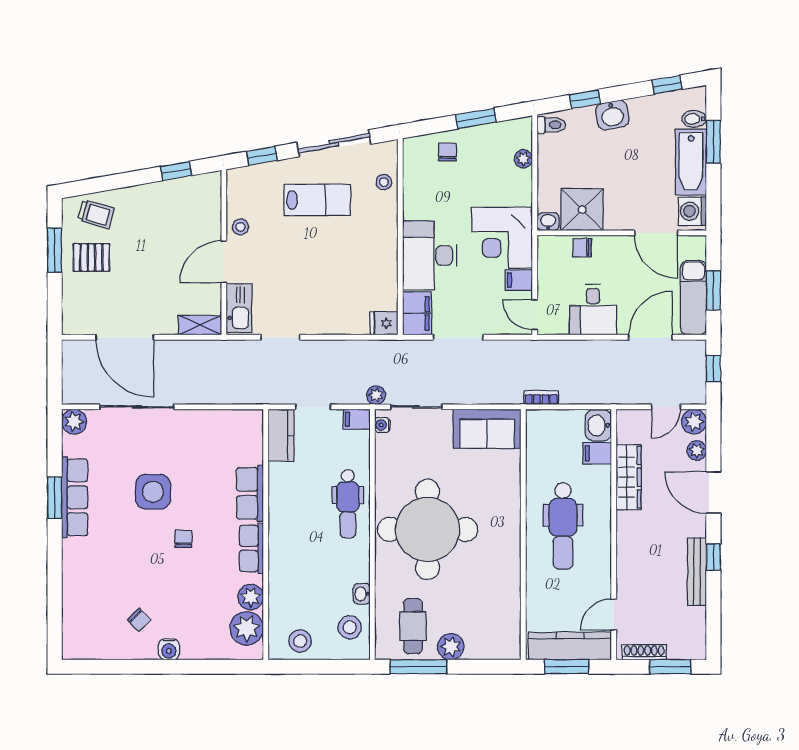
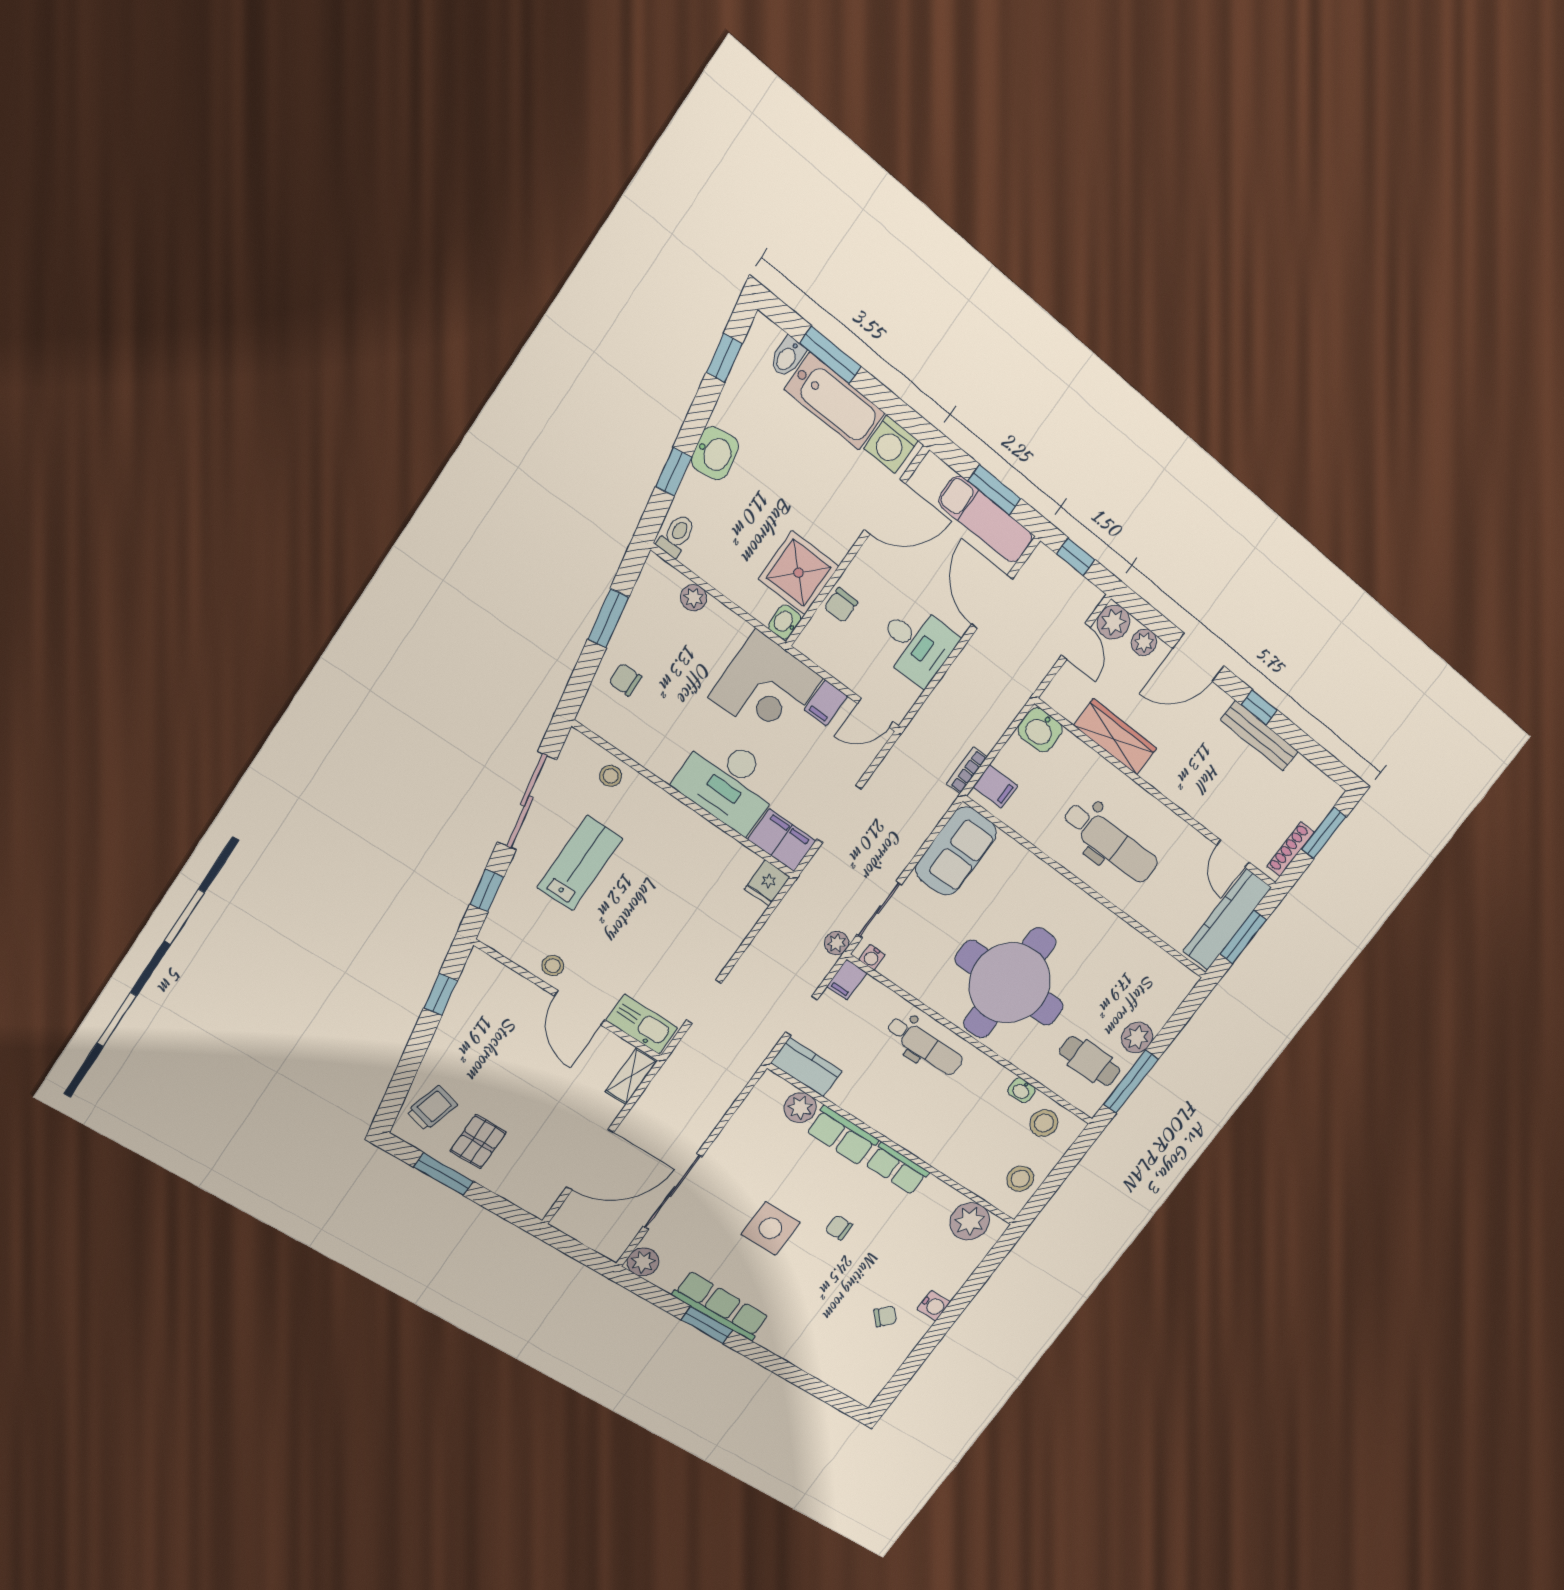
filing cabinet: (597, 453) -> (995, 786), moved, turned -90
plant: (251, 597) -> (800, 1108), moved

